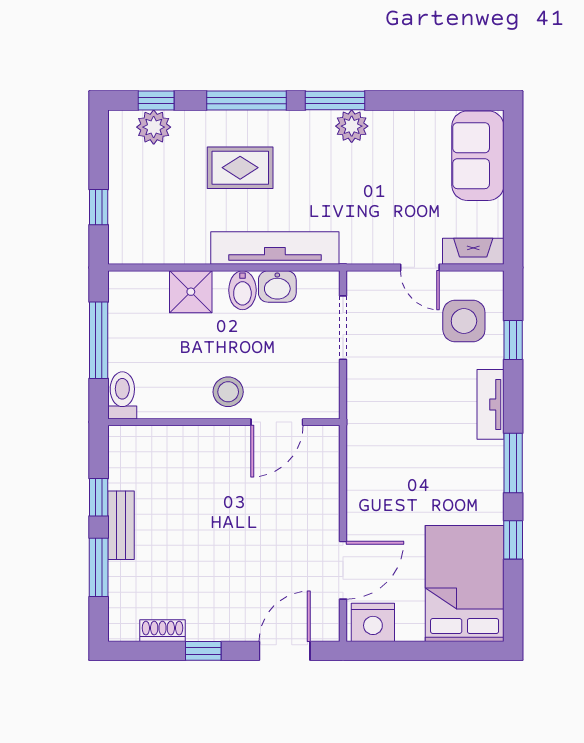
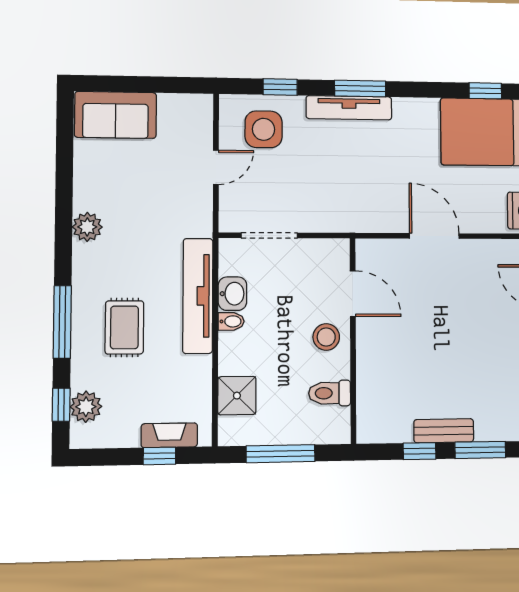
window: (335, 100) -> (63, 242), removed
fireplace: (473, 251) -> (169, 435), moved, turned 90
bidet: (242, 290) -> (231, 321), width x0.72, depth x0.74
shower: (191, 292) -> (237, 396), moved
toilet: (122, 395) -> (330, 393), moved
tv unit: (490, 404) -> (349, 108), width x1.41
window: (513, 463) -> (360, 88), moved
window: (513, 540) -> (485, 91), moved
door: (343, 570) -> (434, 236), moved

